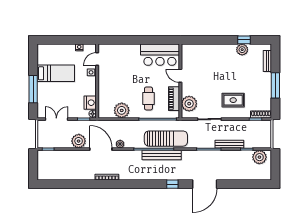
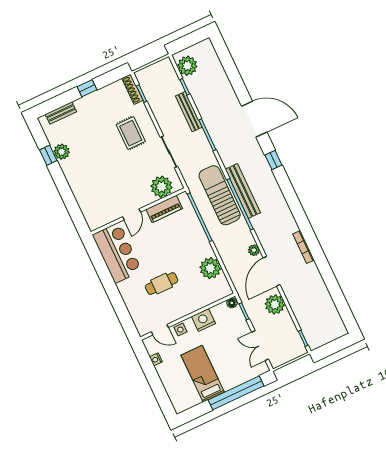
window: (275, 85) -> (87, 88), width x0.46
window: (33, 89) -> (236, 393), width x1.46
cafe table: (148, 98) -> (162, 284), moved
nightstand: (90, 103) -> (203, 320), moved

